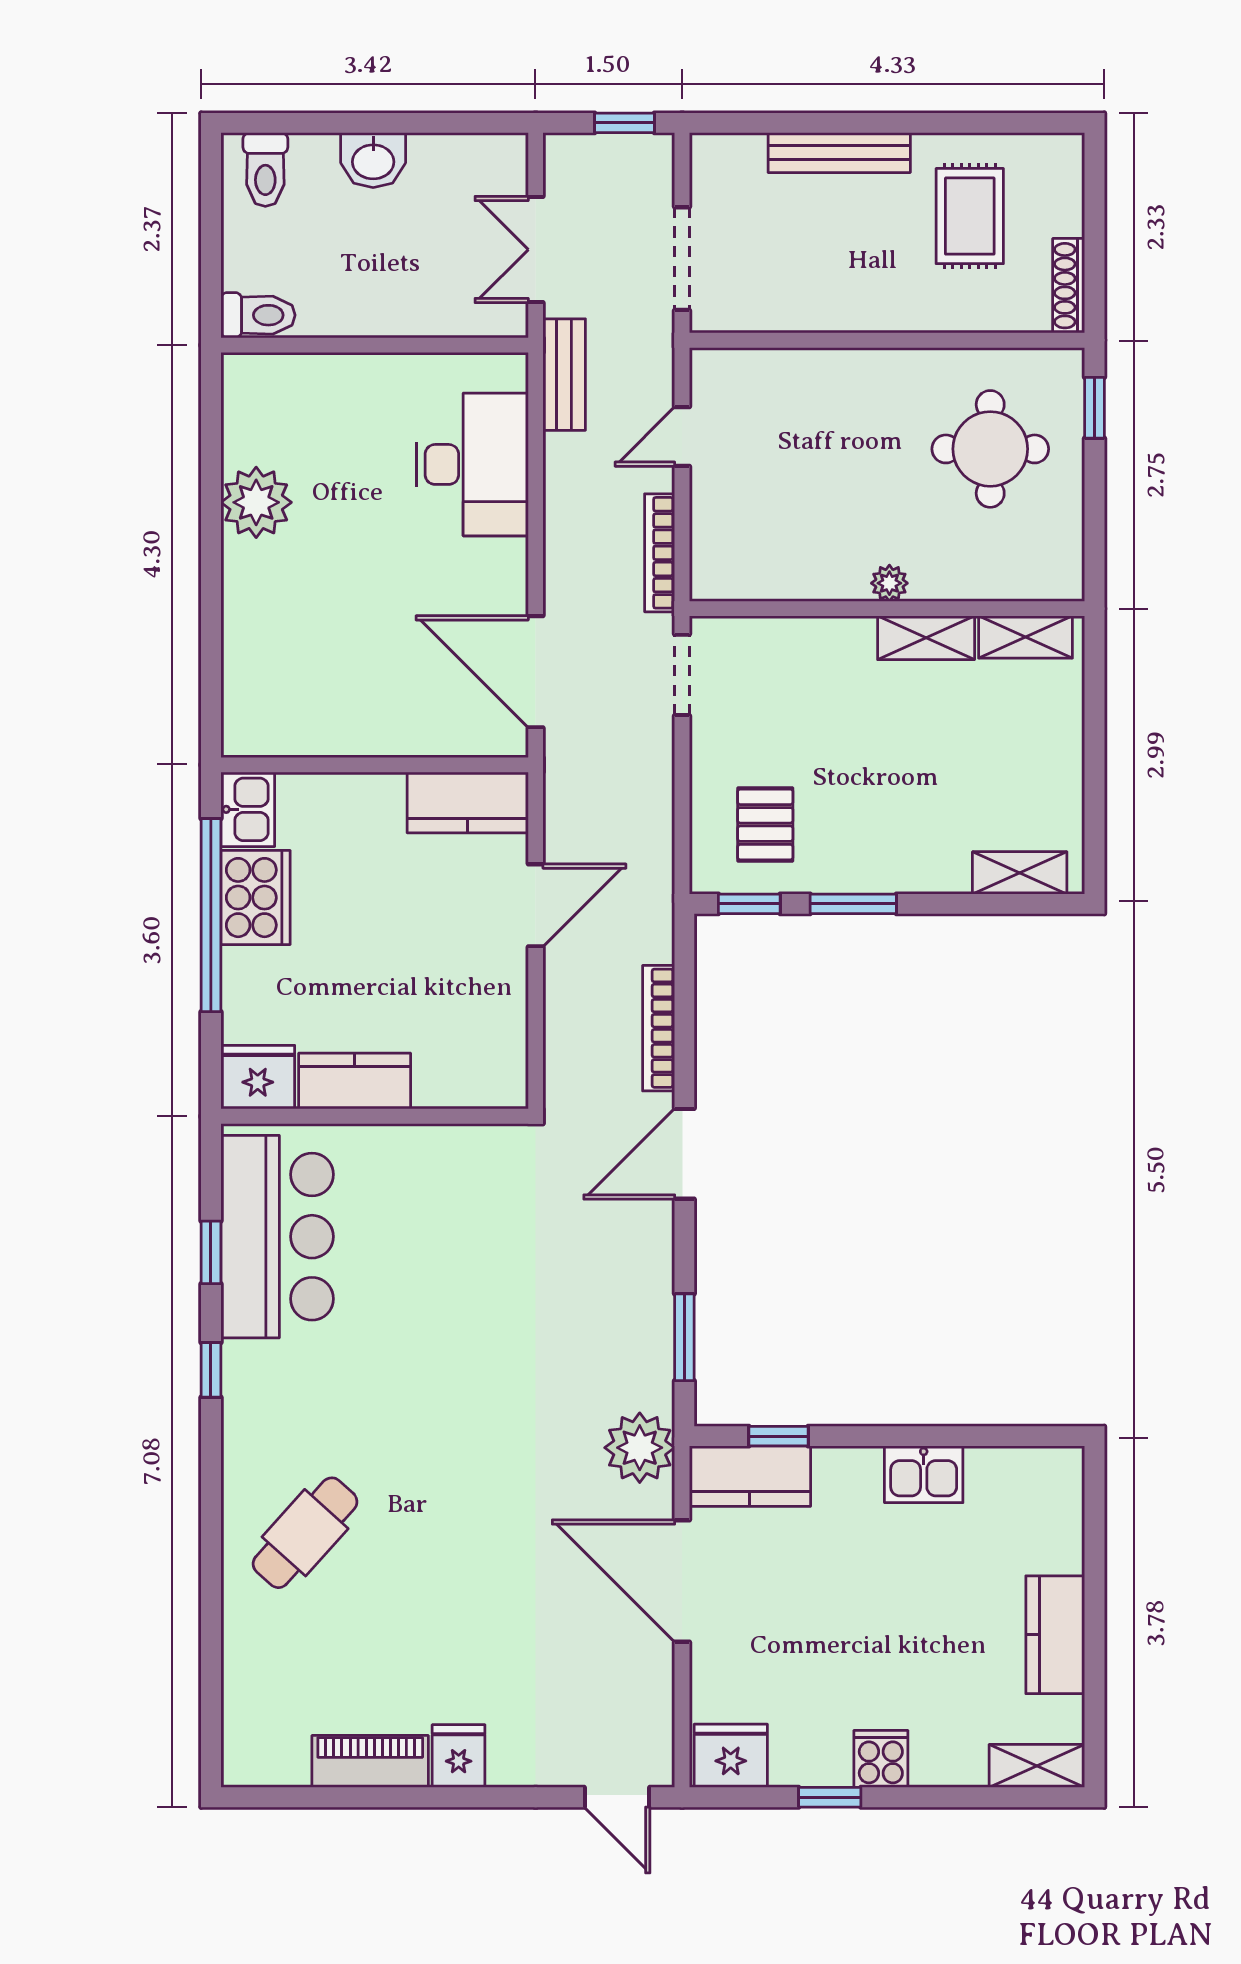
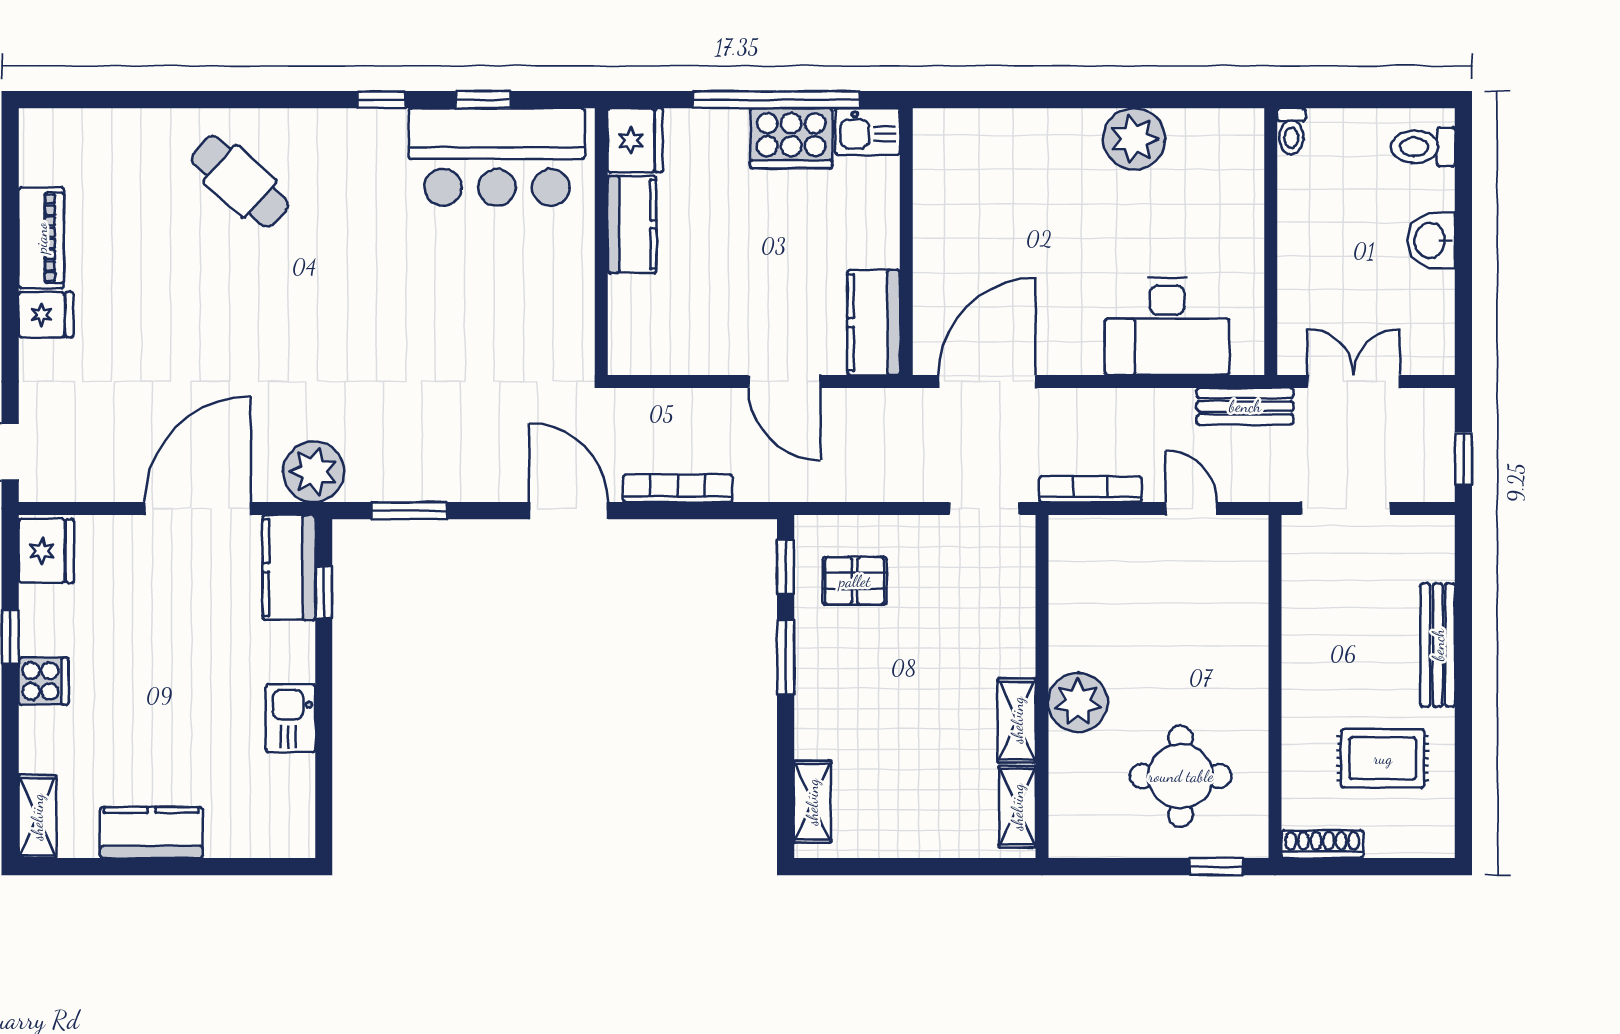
toilet: (258, 315) -> (1291, 131), width x0.73, depth x0.72
plant: (889, 583) -> (1078, 702), width x1.87, depth x1.87

